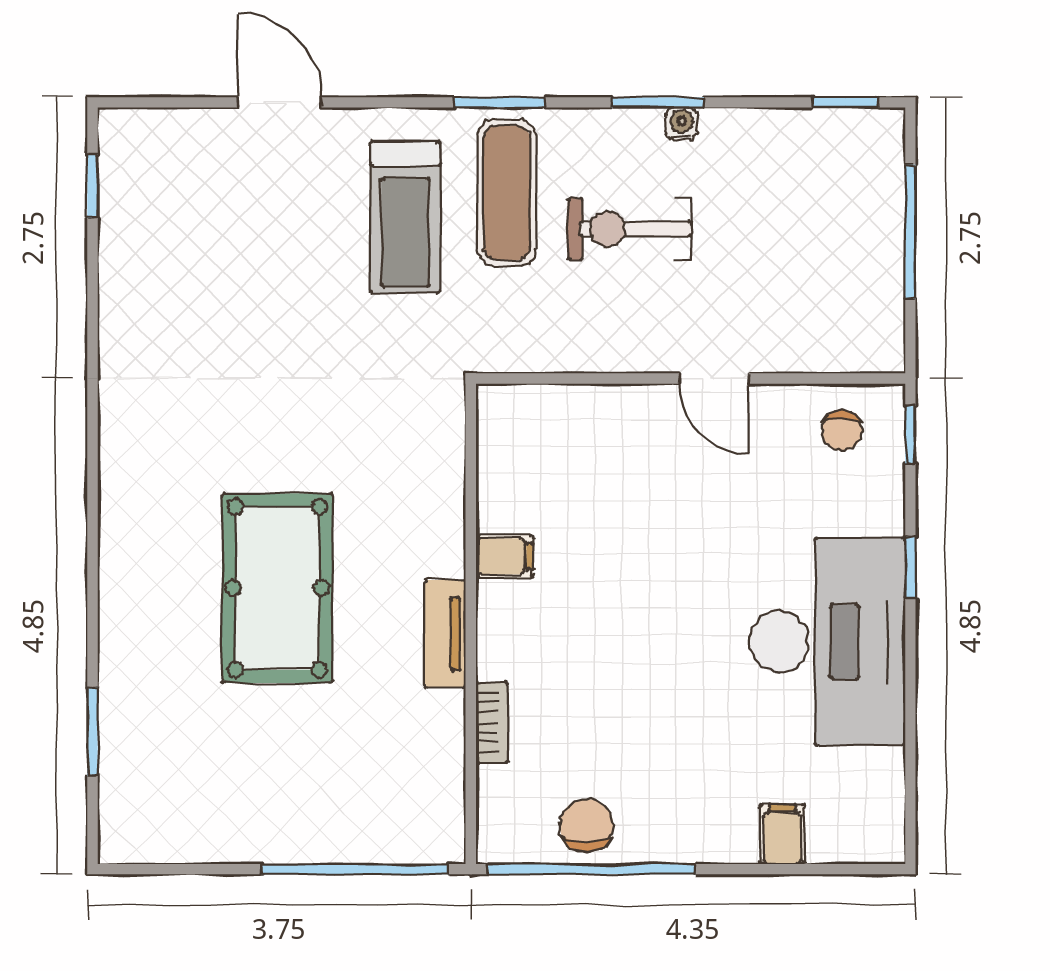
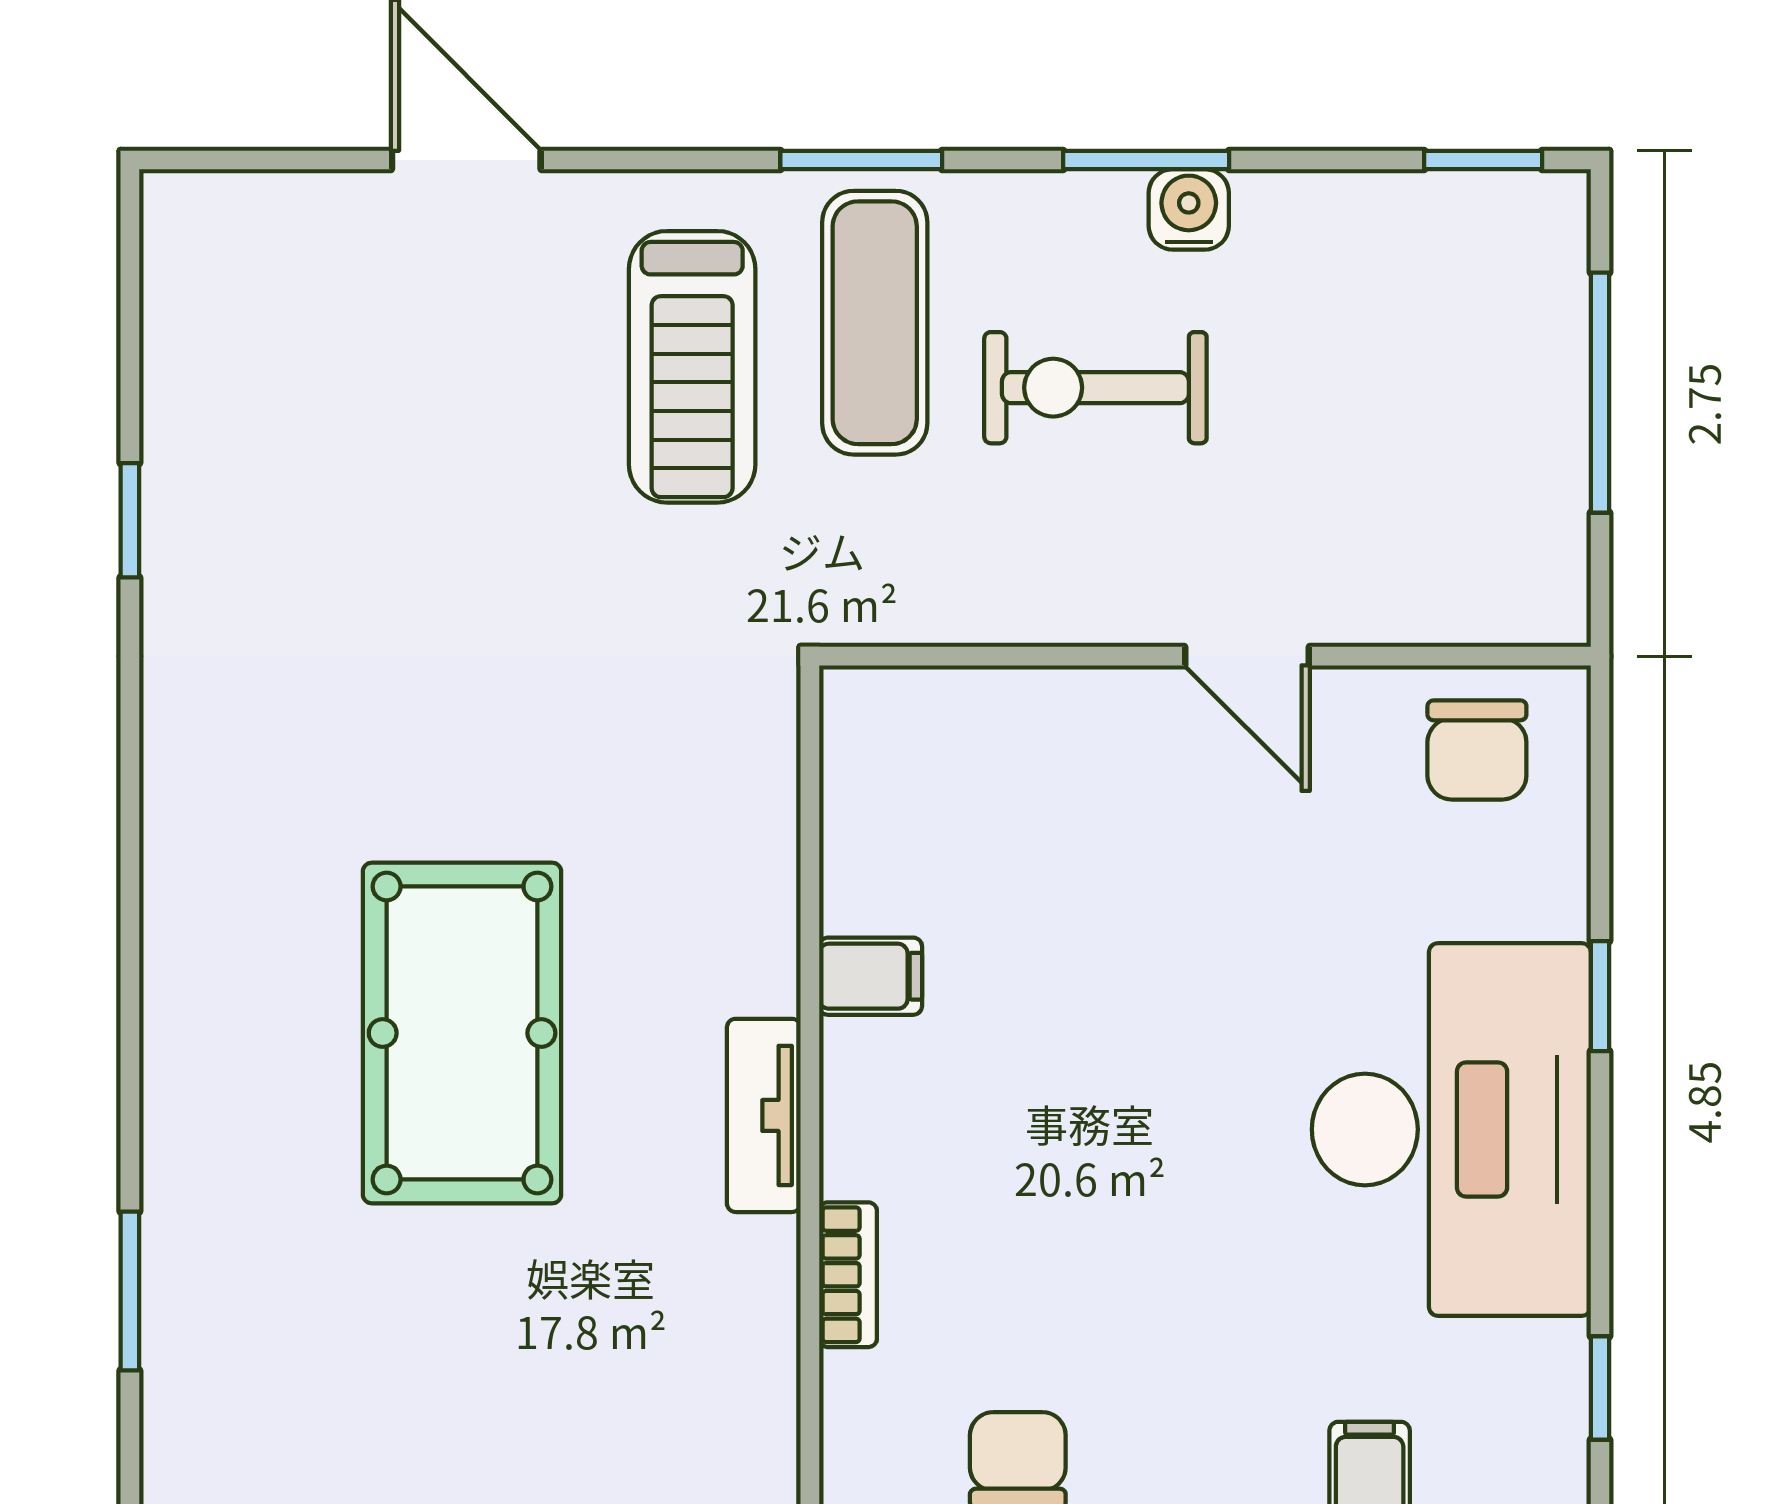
water cooler: (682, 124) -> (1189, 209), width x1.38, depth x1.38
window: (93, 186) -> (130, 520), moved
chair: (842, 431) -> (1477, 750), width x1.37, depth x1.37
window: (910, 434) -> (1600, 1388), moved

